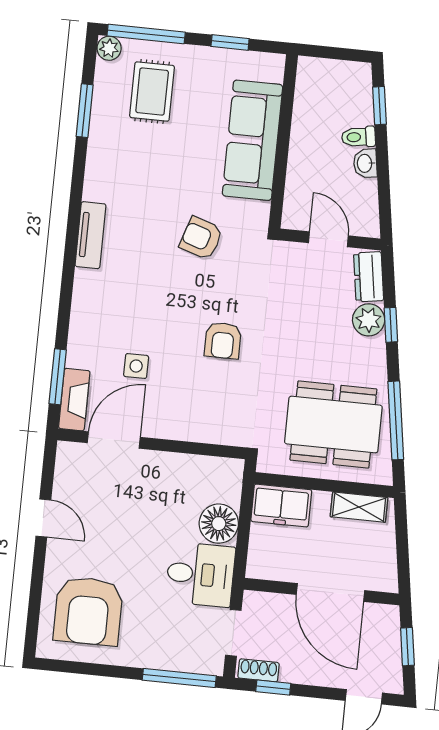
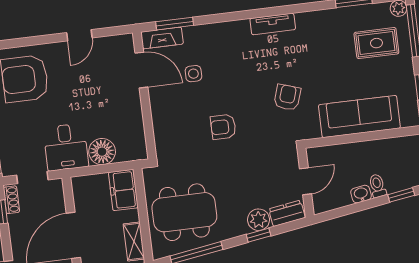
dining table: (333, 425) -> (184, 212), turned 90

